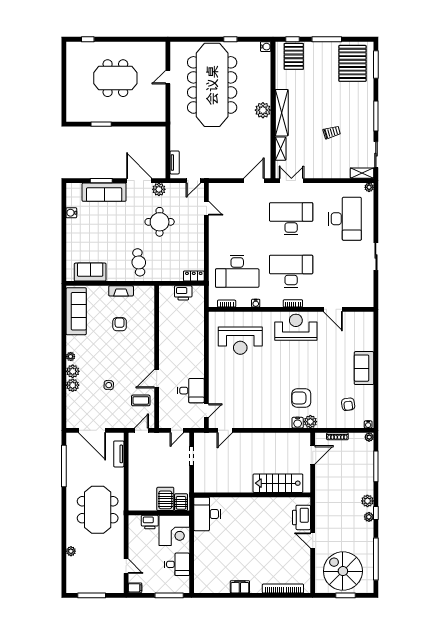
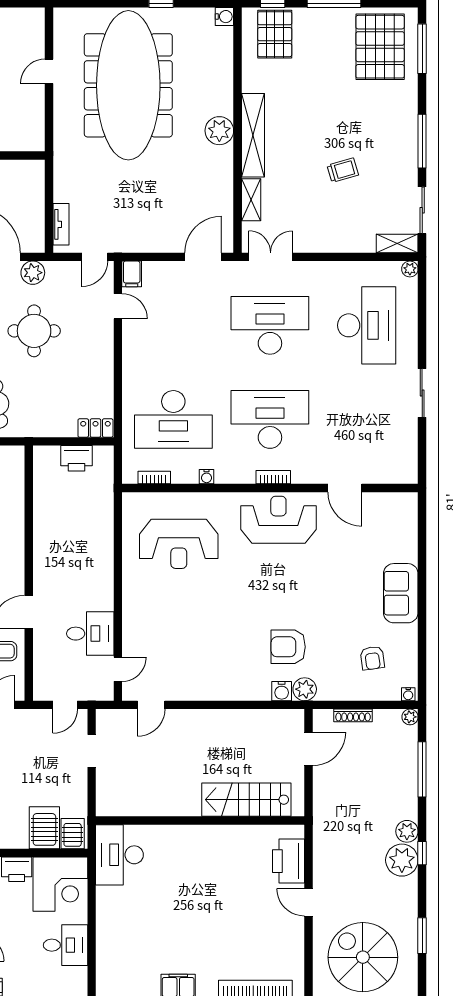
filing cabinet: (214, 190) -> (132, 274), added
plant: (369, 517) -> (402, 860), width x1.88, depth x1.88
window: (376, 559) -> (422, 936), width x0.47

